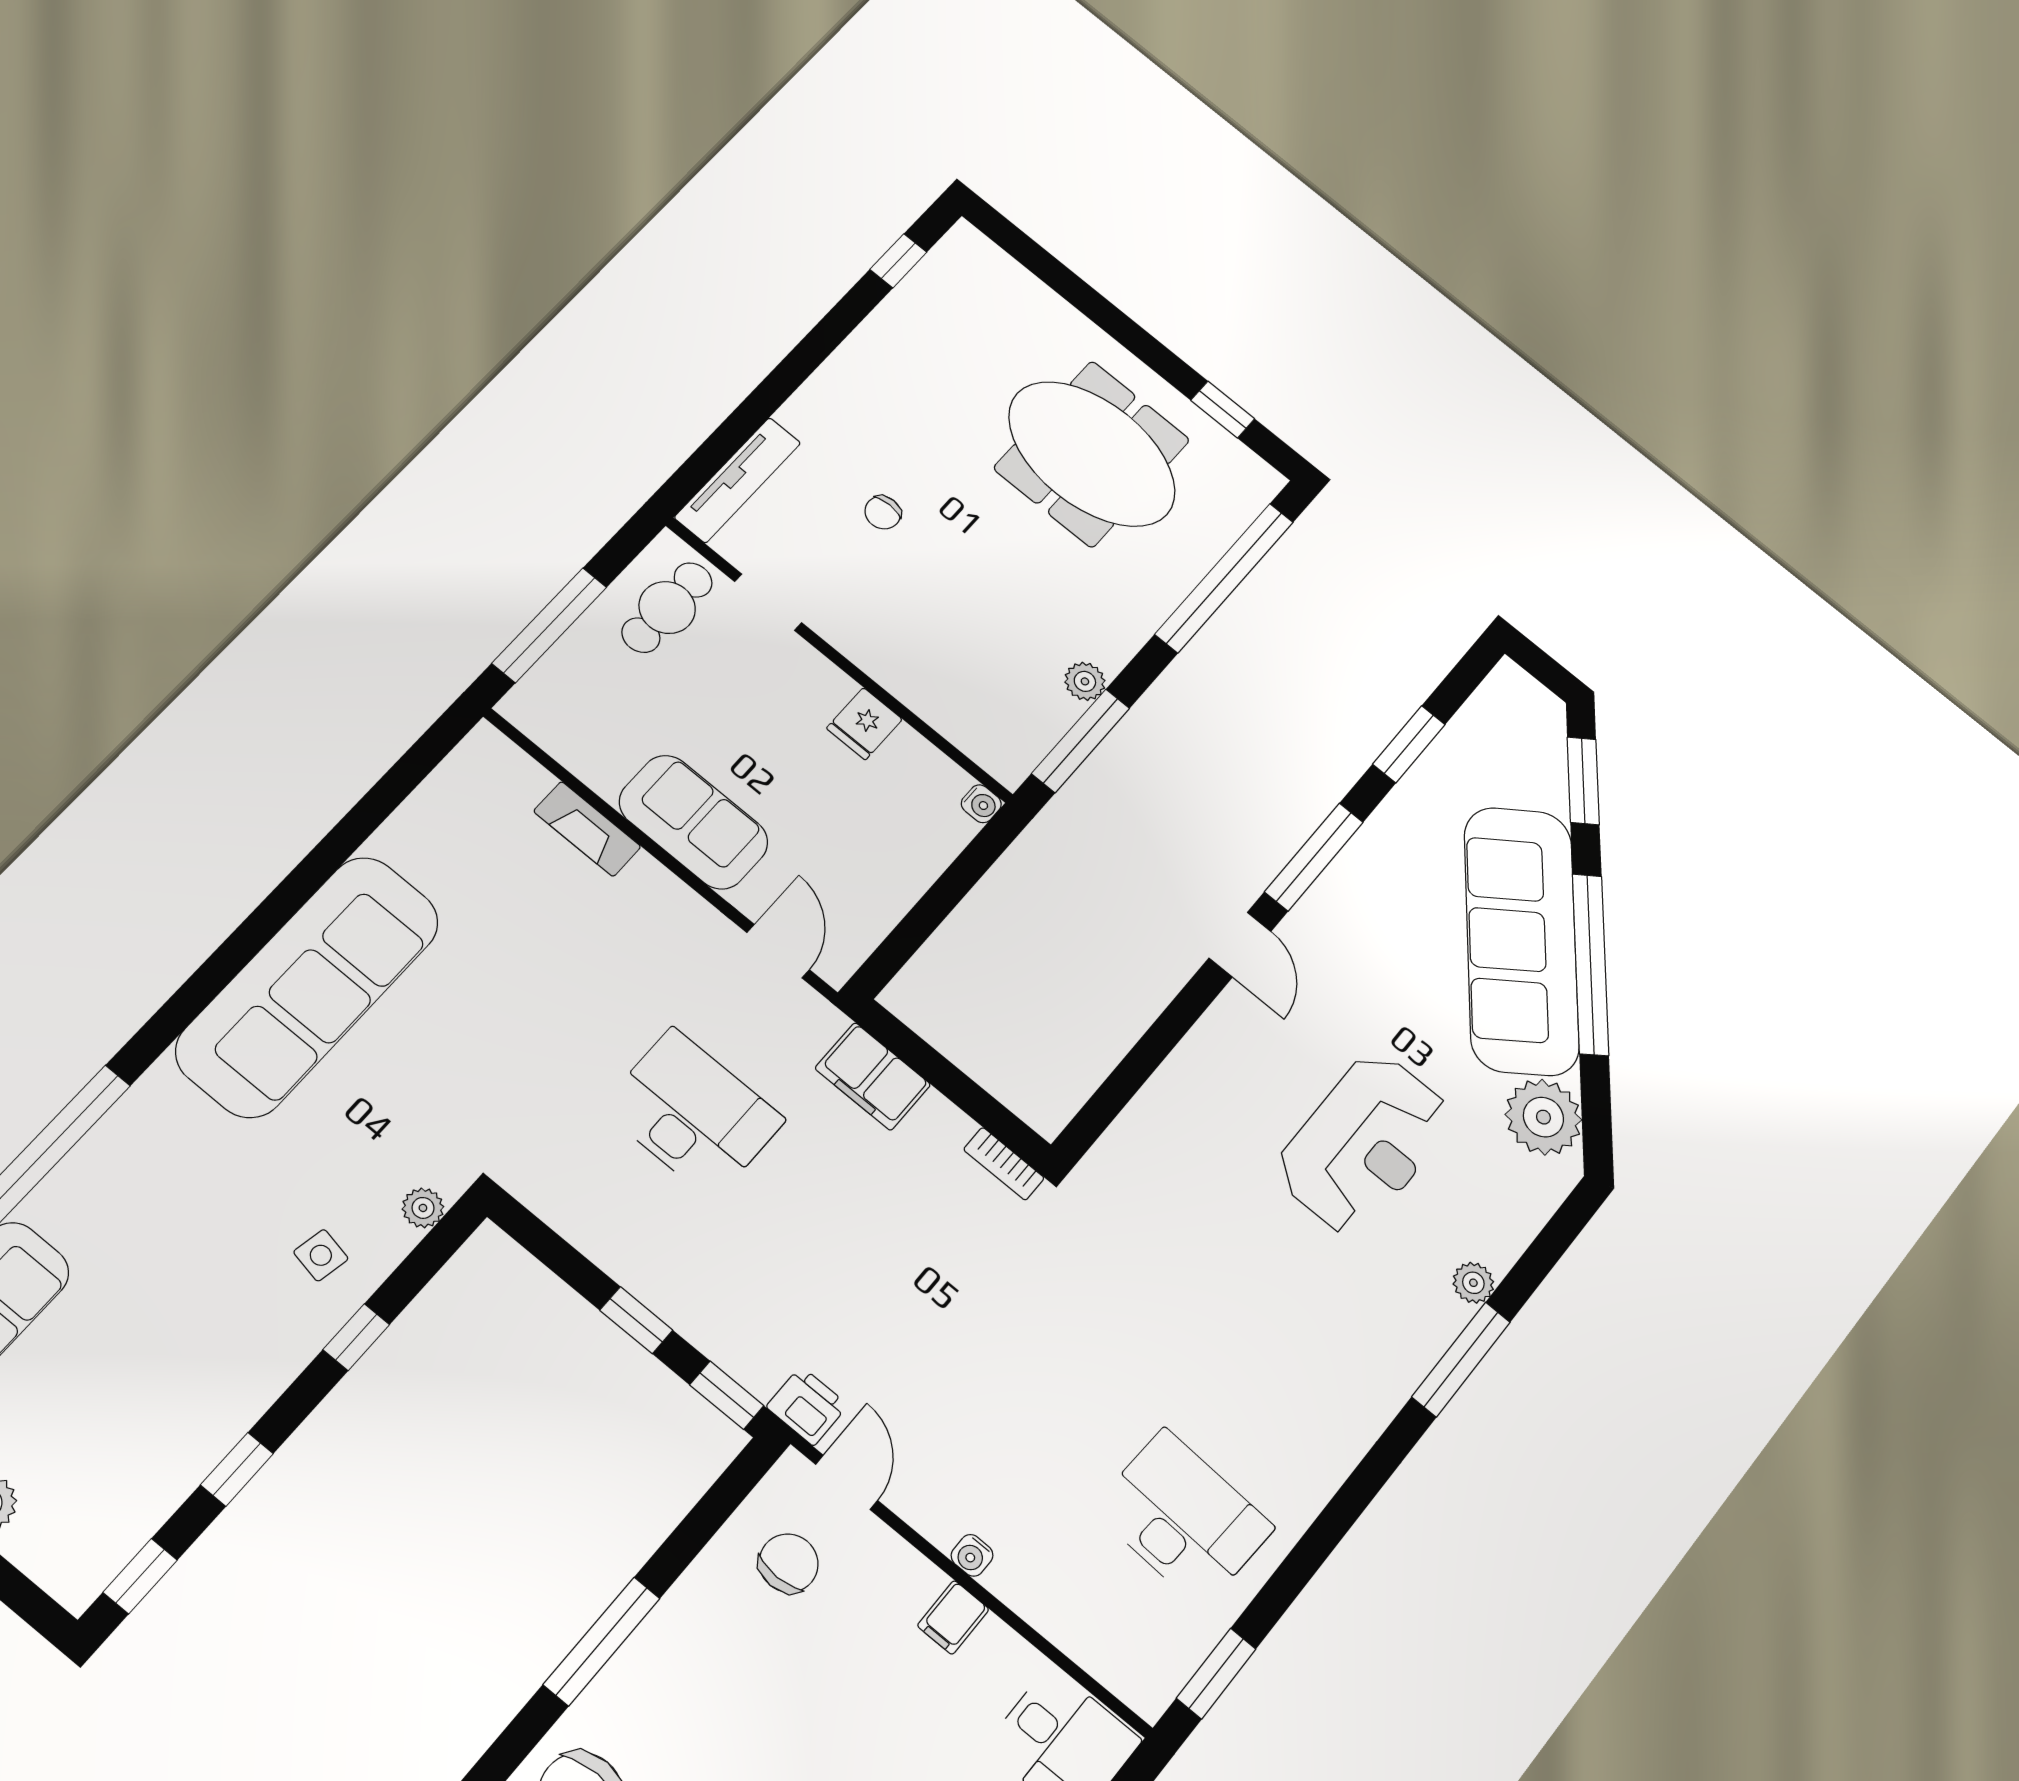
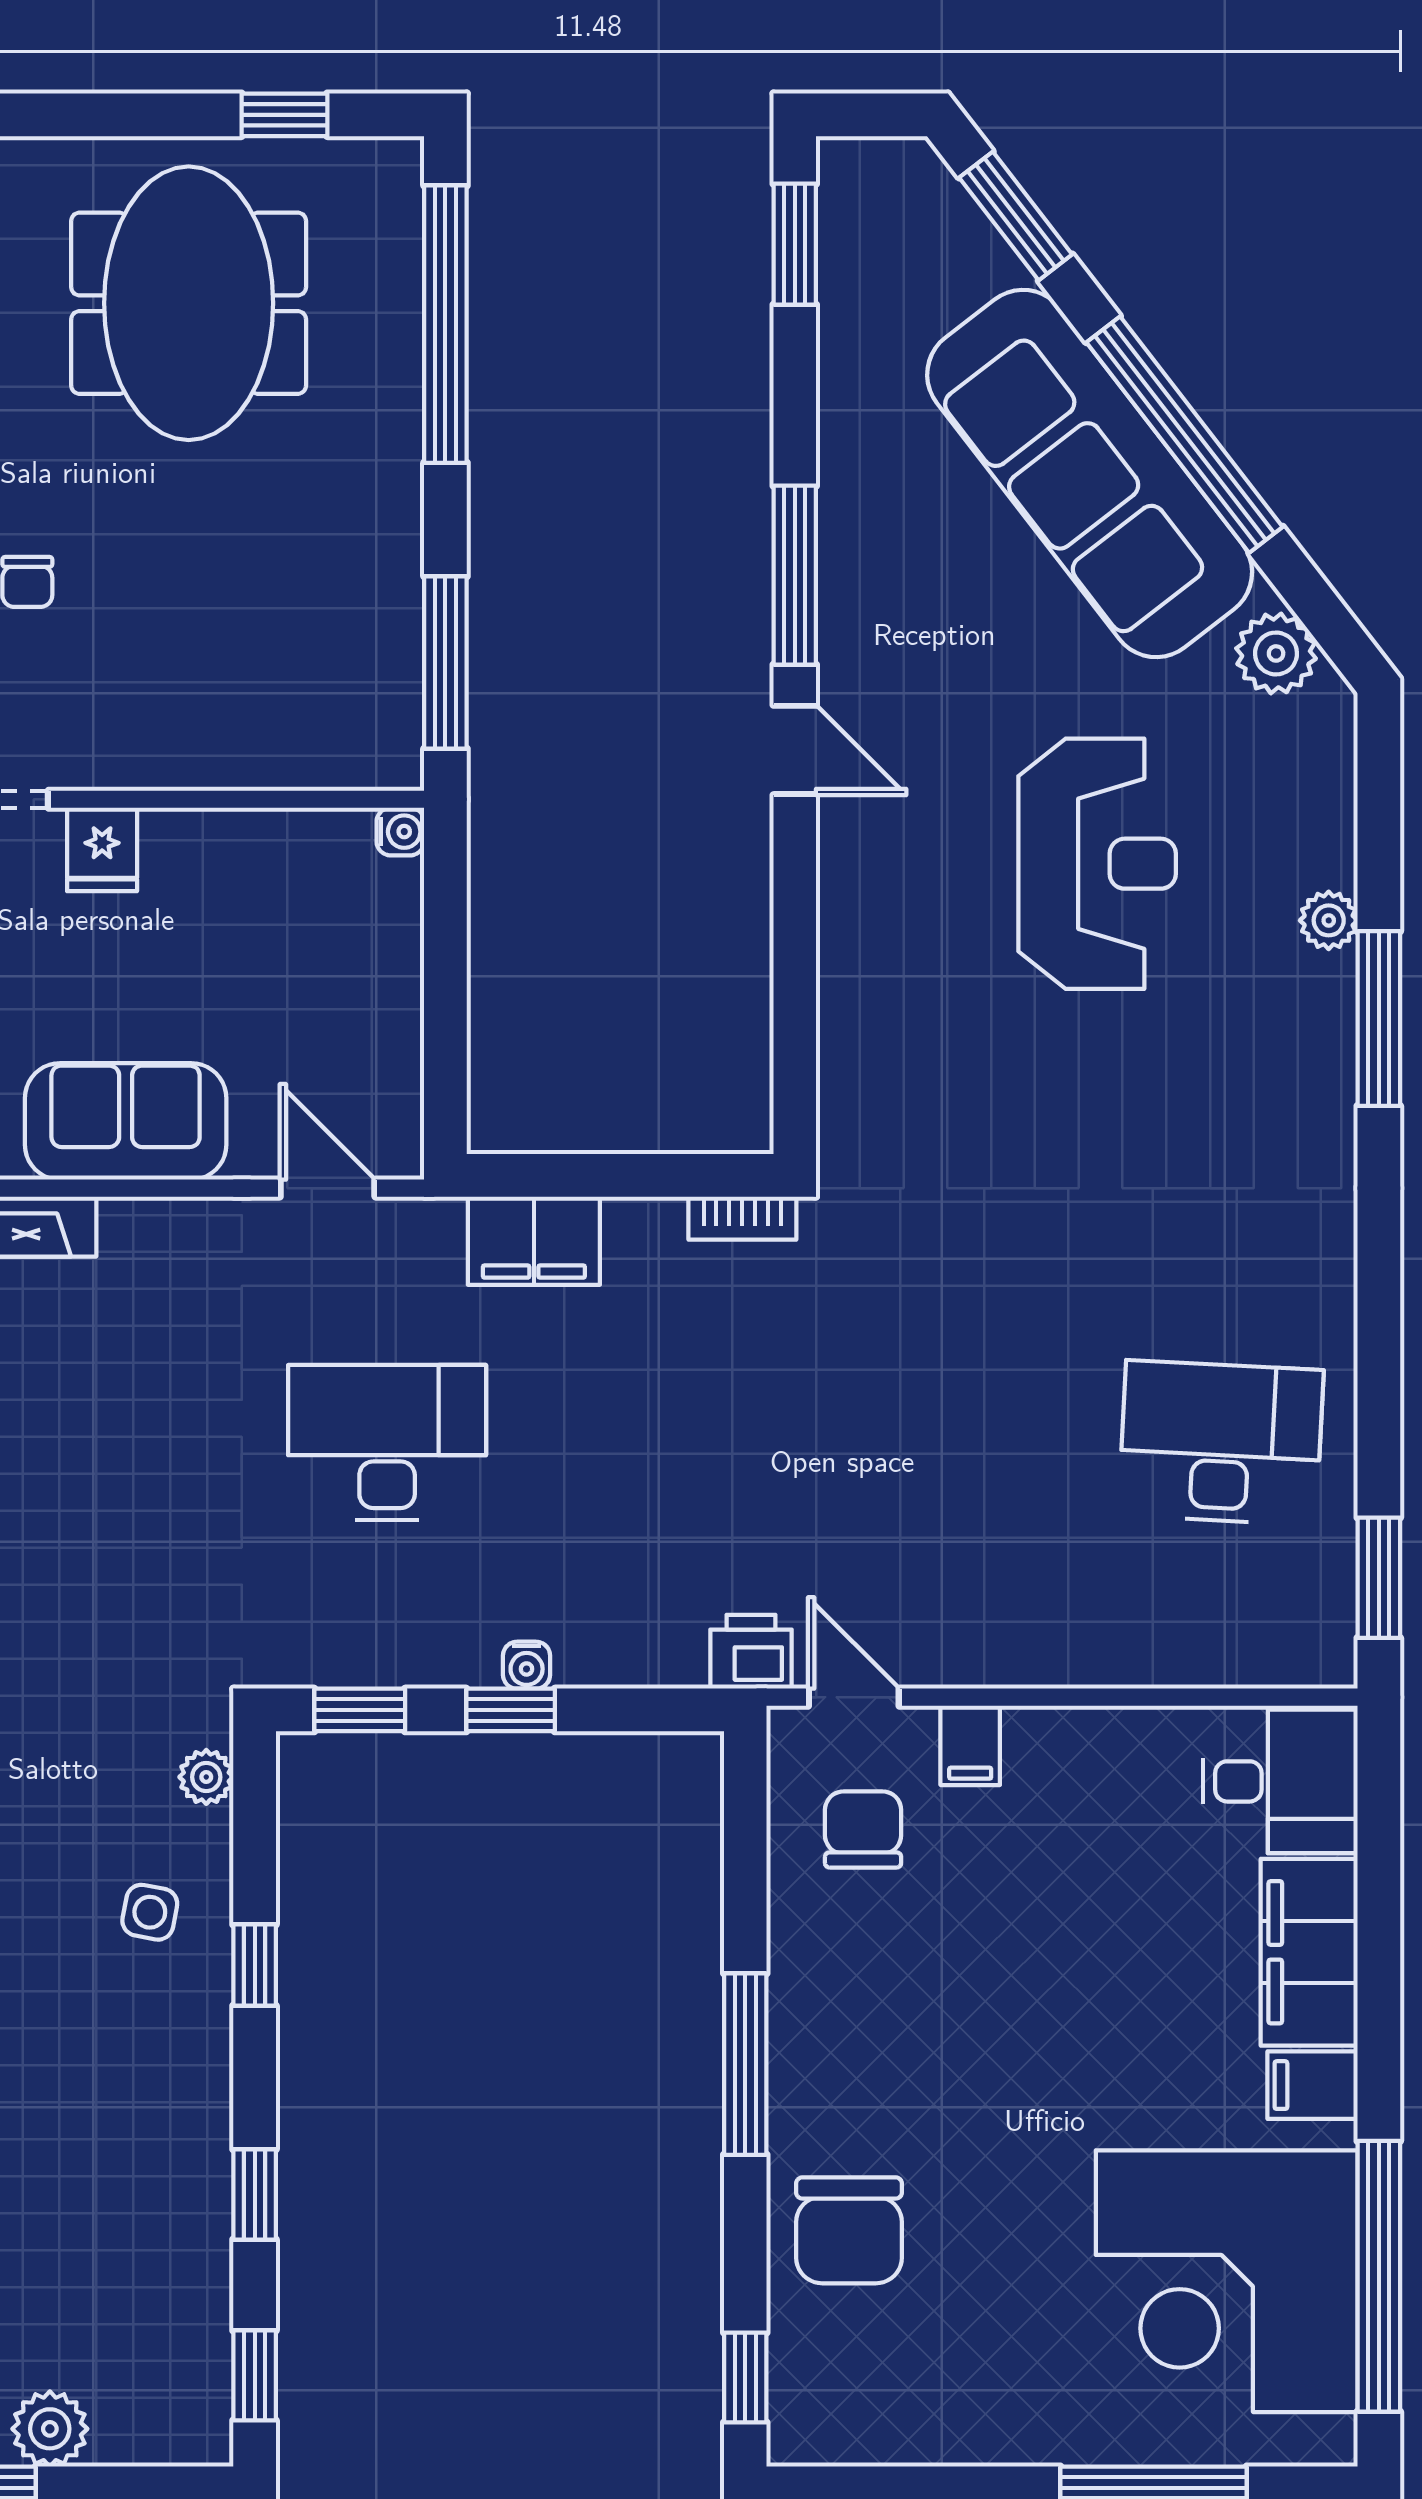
meeting table: (1092, 454) -> (189, 303), turned 90
plant: (1085, 681) -> (395, 588), removed
fridge: (864, 724) -> (102, 849), moved
window: (1409, 744) -> (795, 244), moved
plant: (1543, 1117) -> (1276, 653), width x0.73, depth x0.73
window: (727, 1395) -> (360, 1710), moved
water cooler: (972, 1555) -> (527, 1665), moved
filing cabinet: (953, 1617) -> (970, 1745), moved

